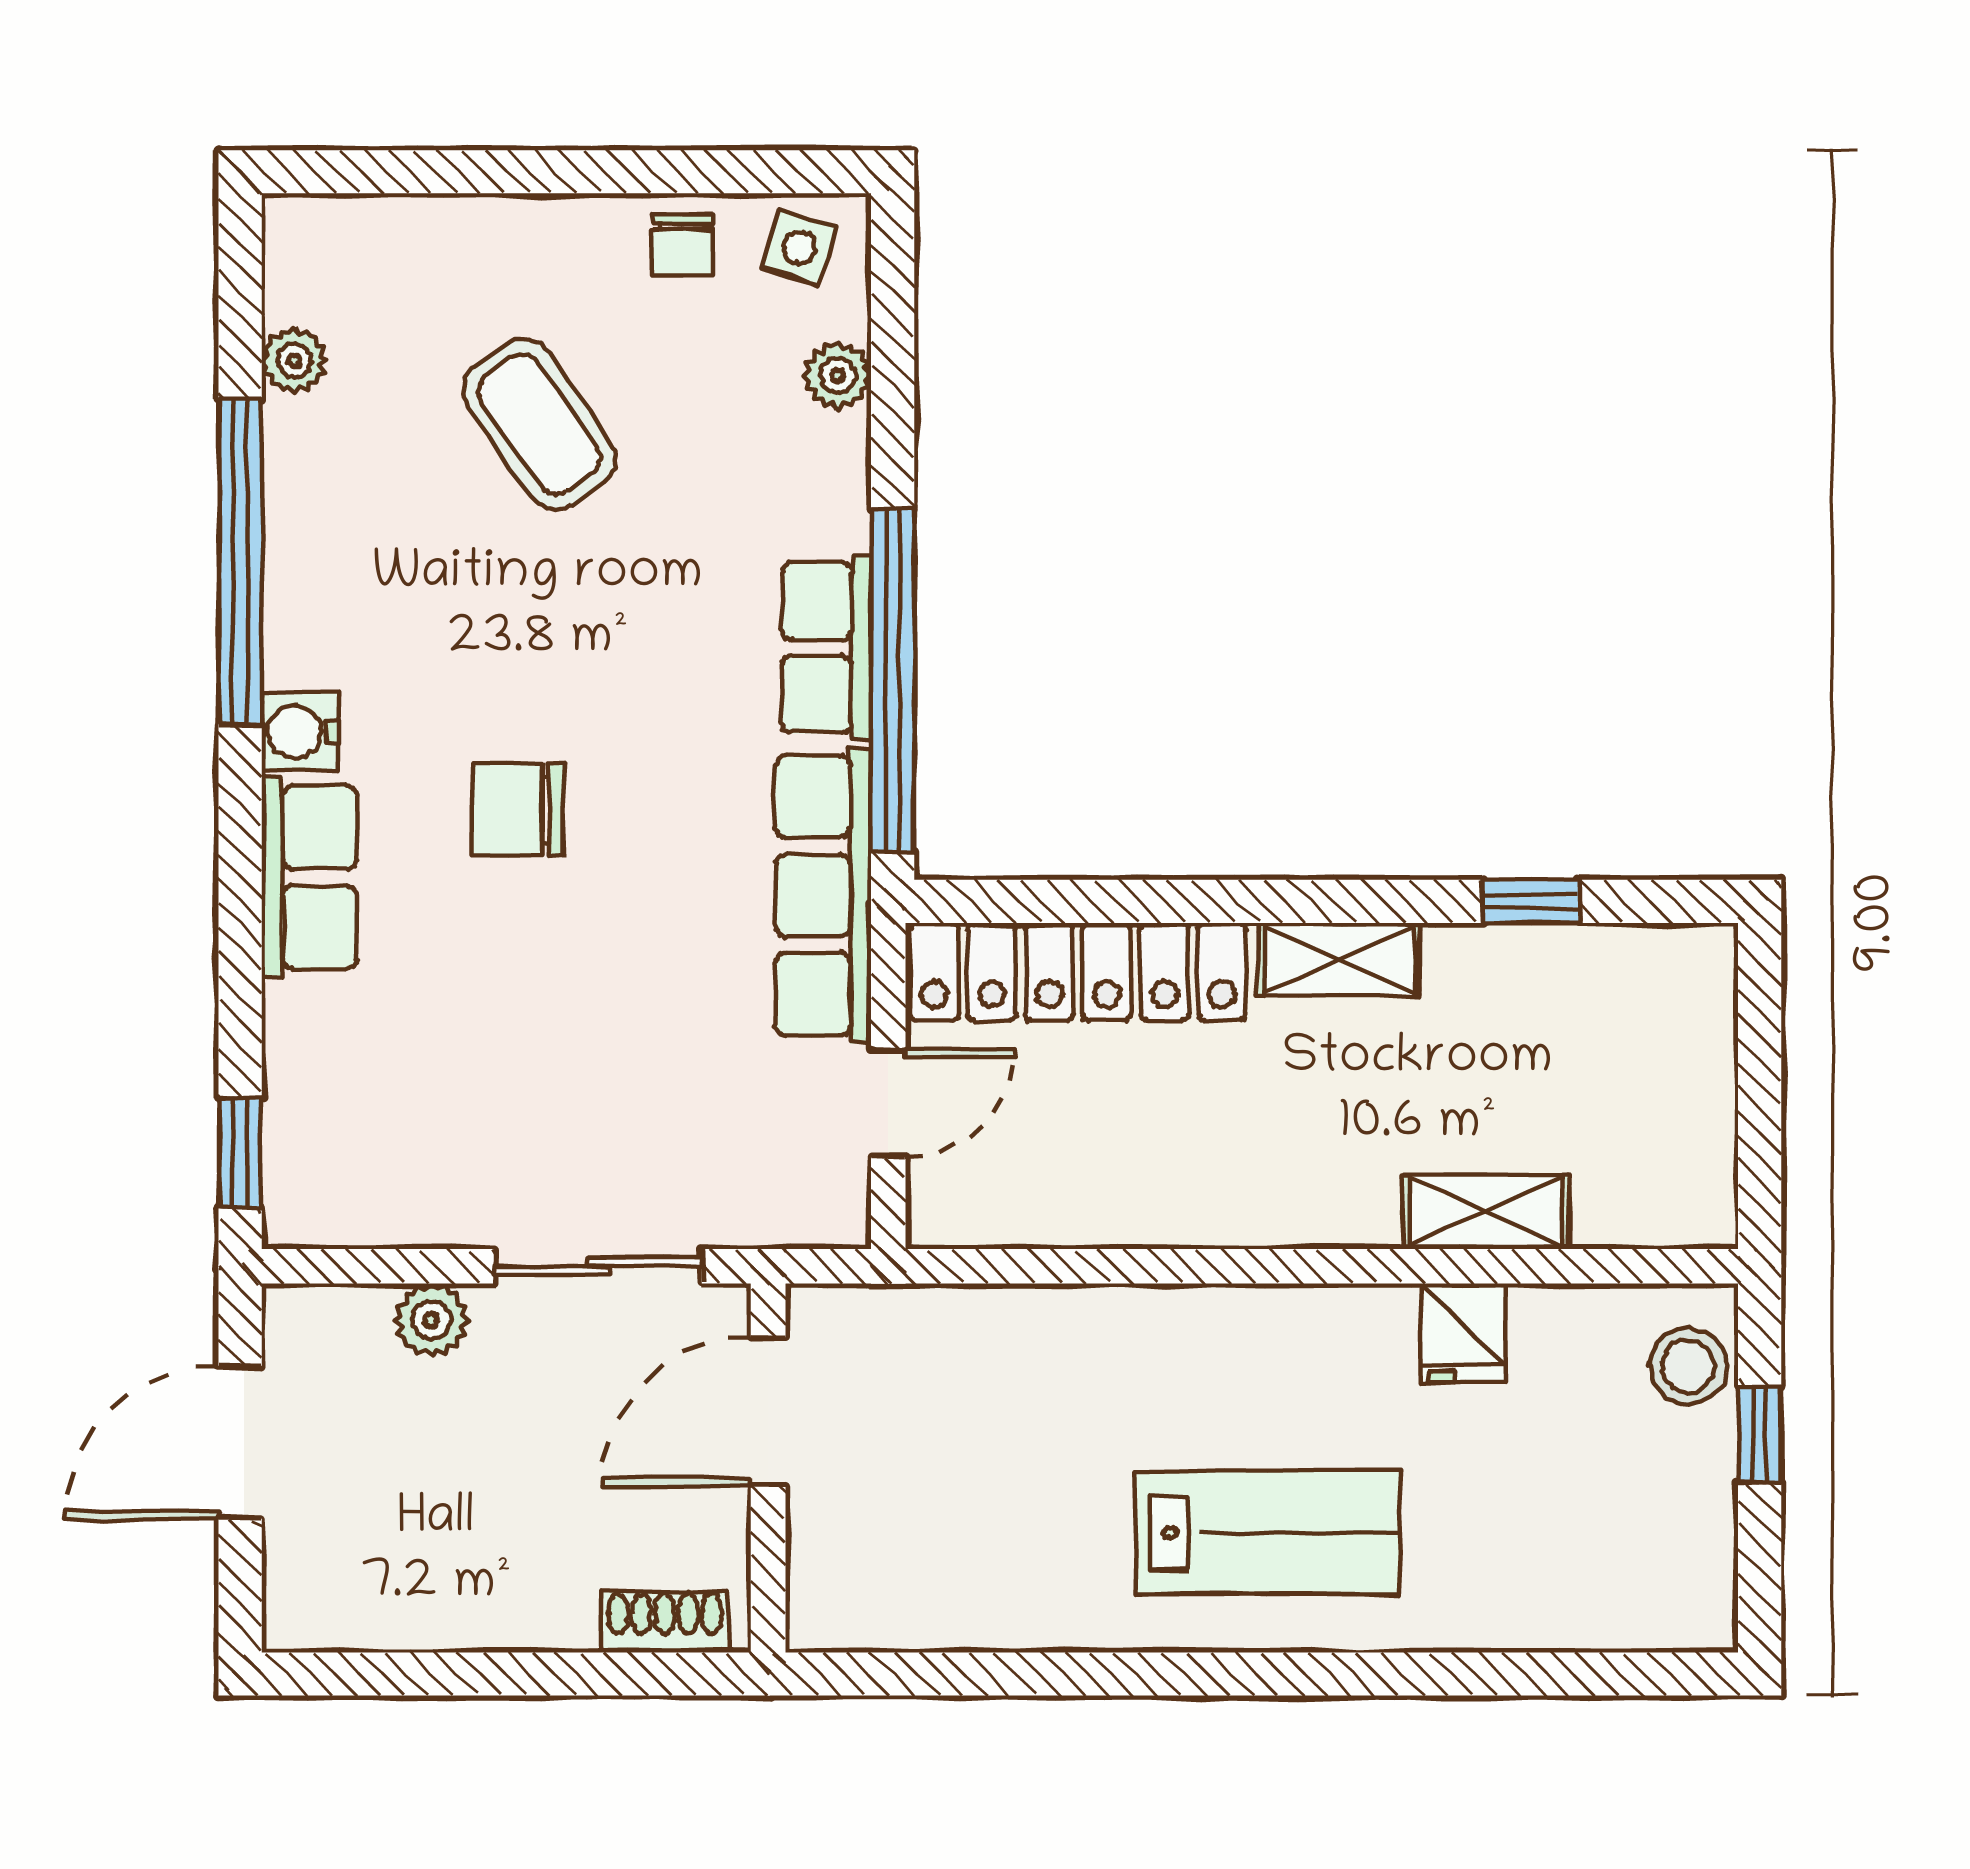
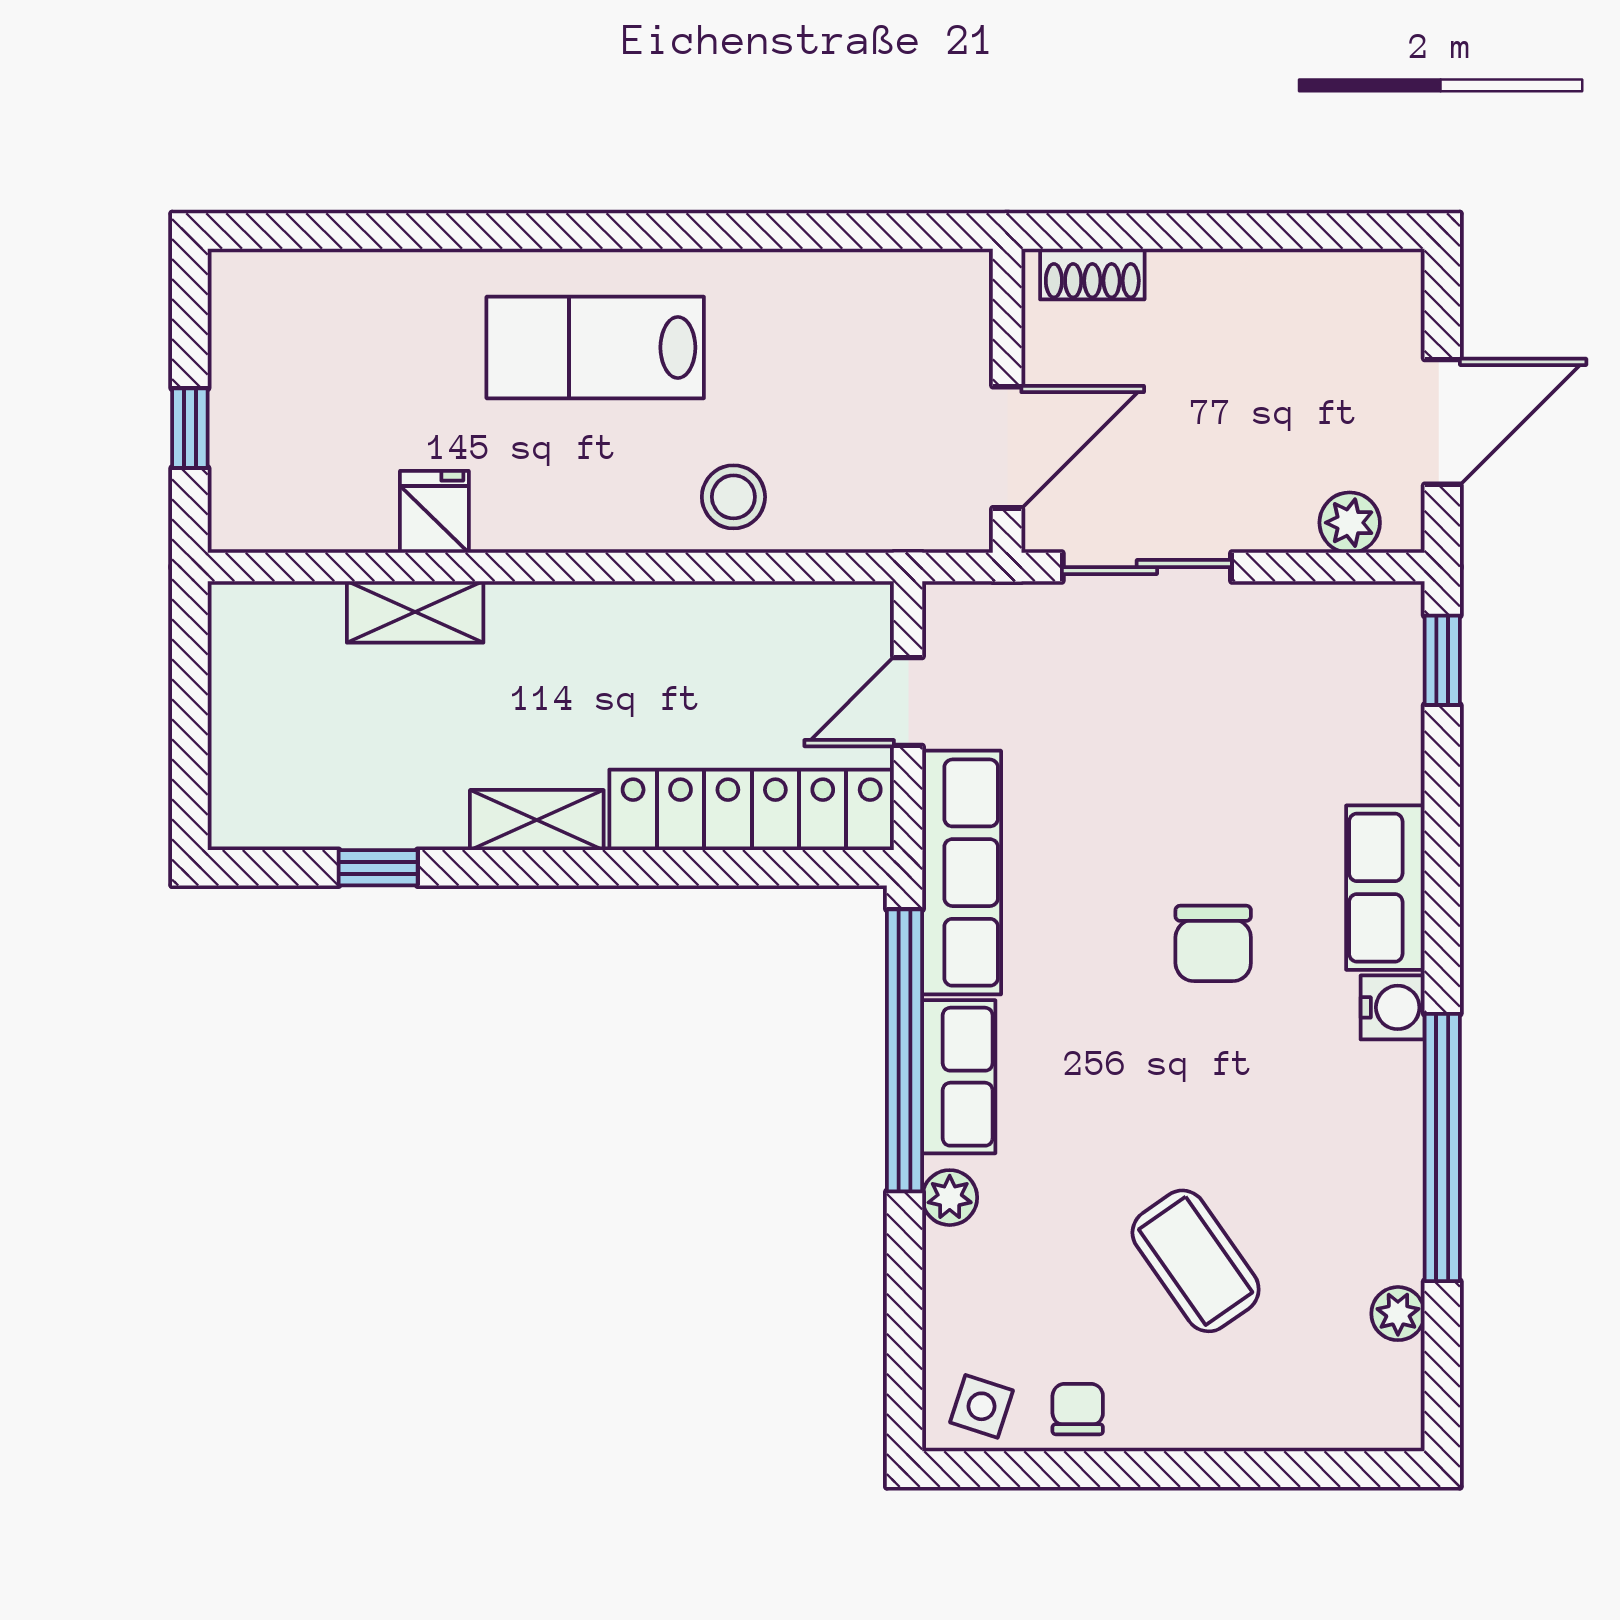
plant: (838, 375) -> (950, 1198), moved
chair: (518, 810) -> (1213, 943), turned 90
plant: (431, 1320) -> (1350, 523), moved
stool: (1688, 1366) -> (733, 497), moved

